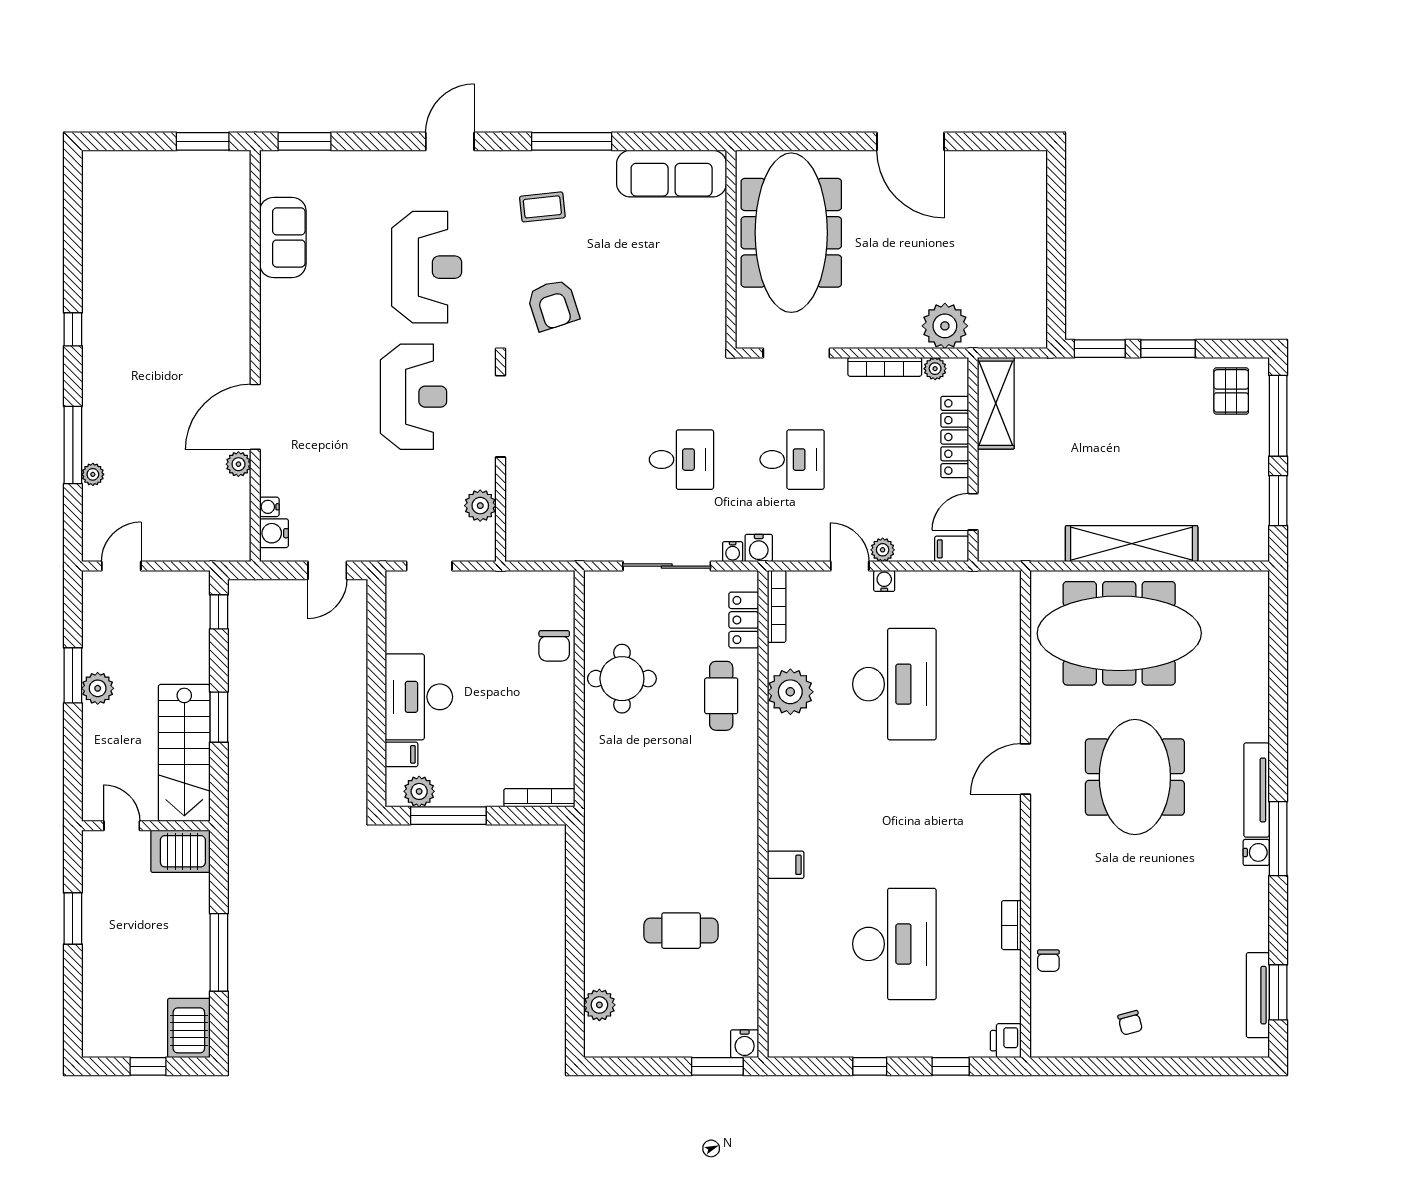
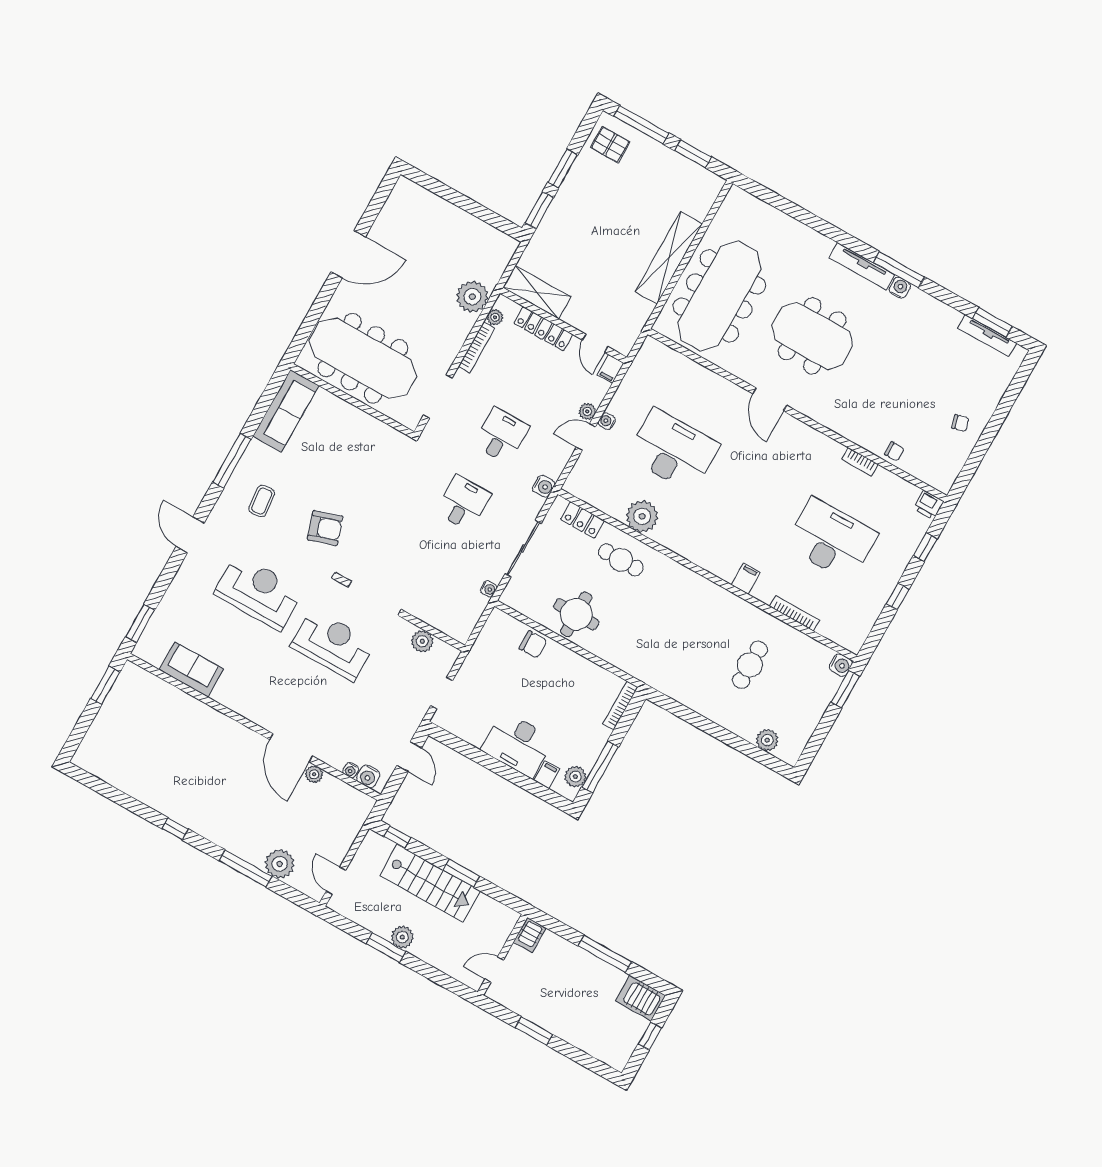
plant: (93, 474) -> (280, 864), width x1.88, depth x1.88
water cooler: (733, 552) -> (489, 589), moved
bookcase: (777, 606) -> (794, 613), moved
stairs: (184, 753) -> (430, 883), moved
server rack: (180, 851) -> (530, 935), width x0.73, depth x0.70

